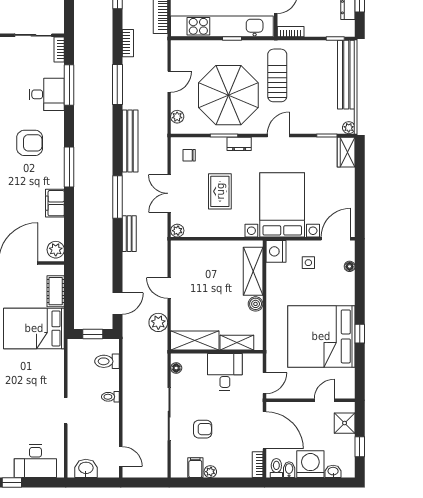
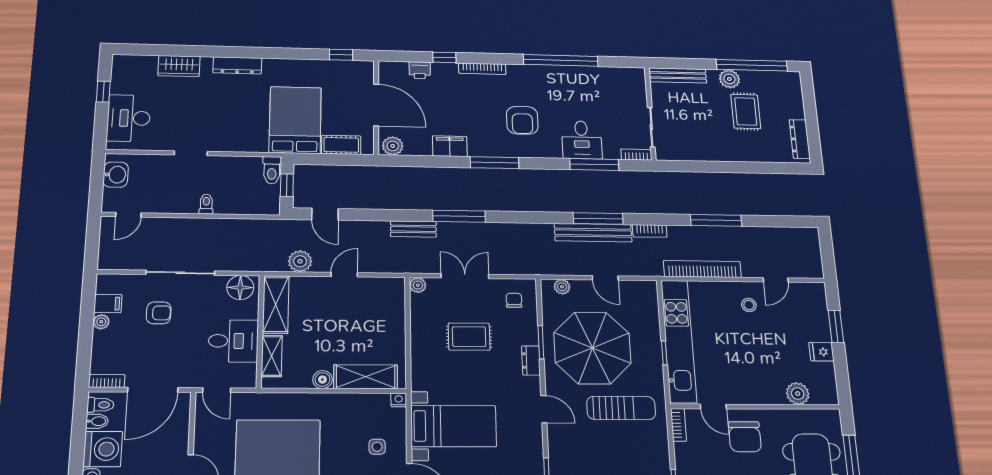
bench: (130, 141) -> (593, 233), moved
bed with nightstands: (282, 205) -> (453, 426), width x0.73
nightstand: (276, 251) -> (399, 400), width x0.53, depth x0.56
toilet: (107, 361) -> (272, 170), moved, turned 180
floor lamp: (176, 368) -> (240, 288), width x1.89, depth x1.89
armchair: (203, 429) -> (159, 313), turned -90

